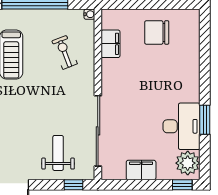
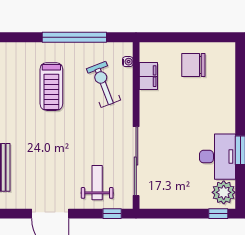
water cooler: (89, 14) -> (128, 62), moved
exercise bike: (65, 52) -> (103, 84), width x1.38, depth x1.39
filing cabinet: (141, 170) -> (178, 199), removed

